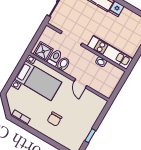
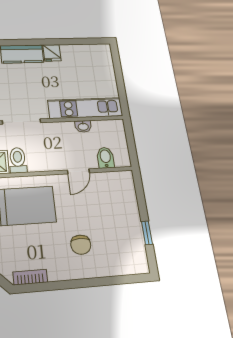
bidet: (63, 64) -> (105, 158), moved
door: (80, 83) -> (78, 171), hinge flipped

